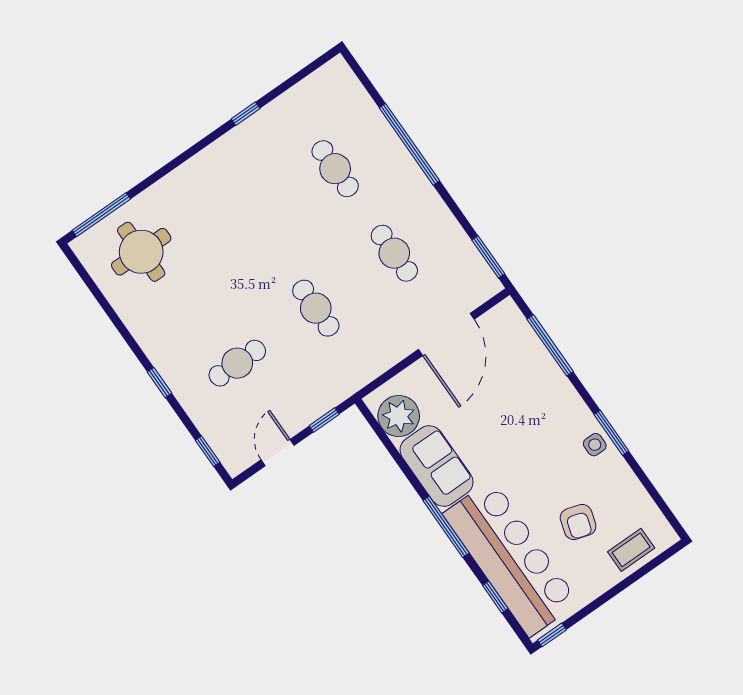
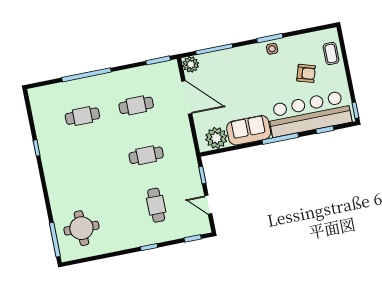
plant: (506, 316) -> (191, 64), added

